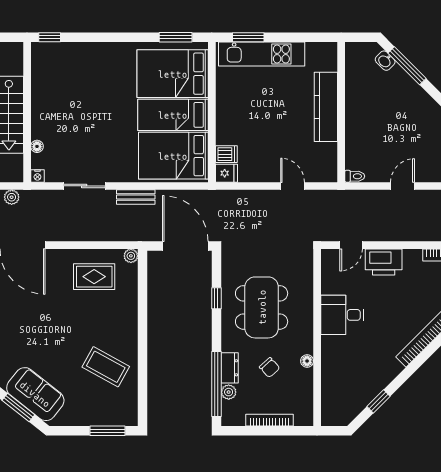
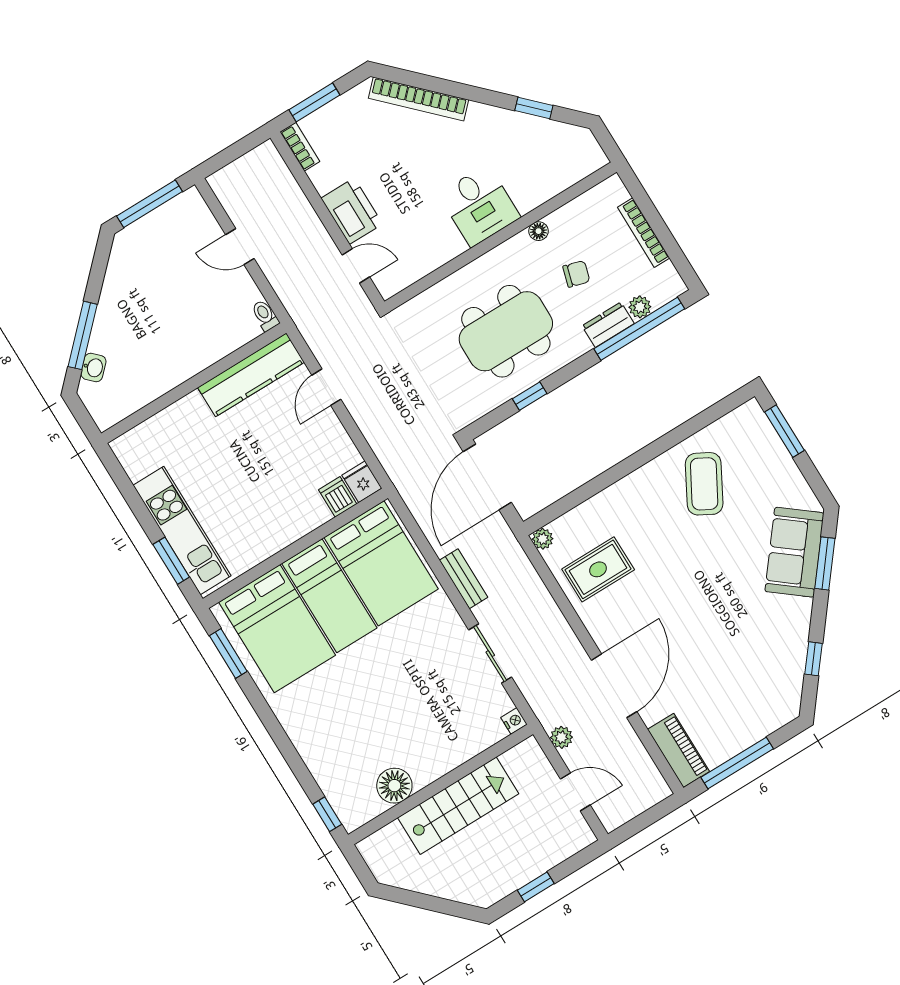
kitchen counter: (326, 107) -> (251, 375), moved
floor lamp: (37, 146) -> (394, 786), moved, width x1.89, depth x1.89
rug: (94, 277) -> (598, 569), turned 90
desk: (342, 315) -> (479, 206), moved
chair: (270, 367) -> (576, 274), turned 58

